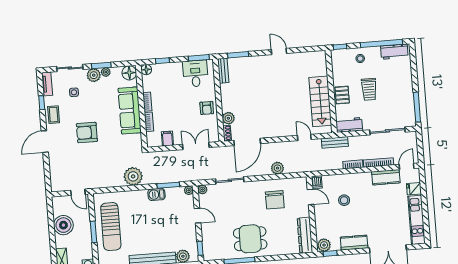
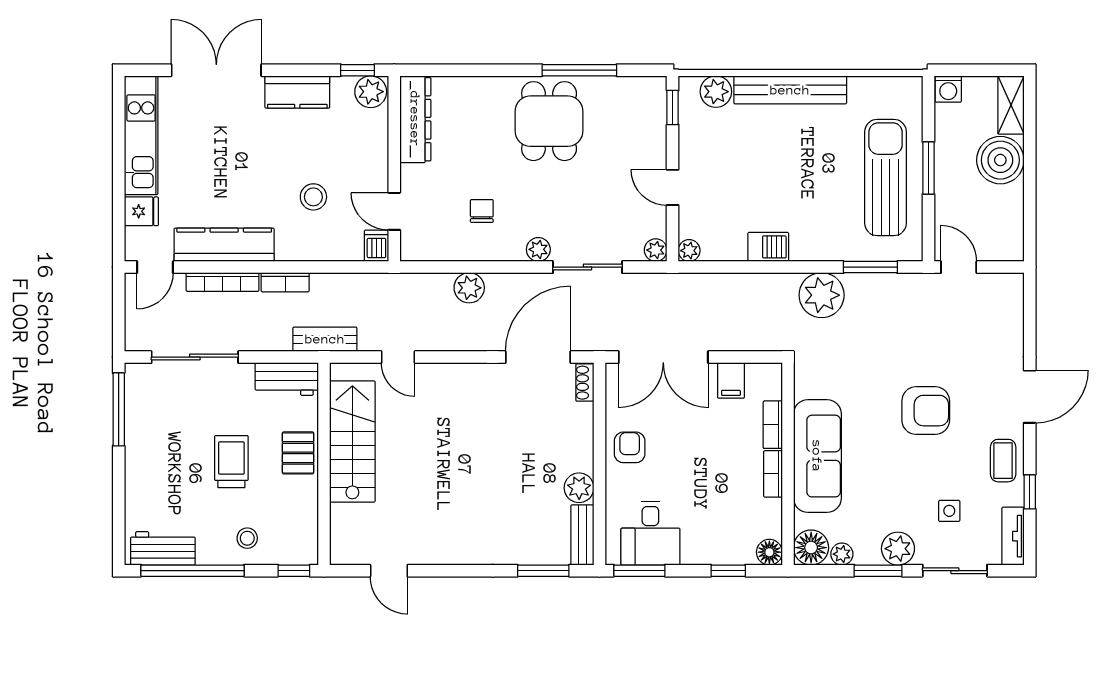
door: (279, 52) -> (389, 571), moved
plant: (106, 72) -> (842, 554), moved
plant: (228, 118) -> (579, 488), moved
double door: (196, 146) -> (663, 357), width x1.37
kitchen counter: (386, 177) -> (224, 245), width x1.50
window: (168, 185) -> (870, 267), moved
plant: (250, 186) -> (538, 249), added
chair: (275, 200) -> (482, 211), width x0.54, depth x0.54
boiler: (63, 225) -> (1000, 160), moved
dining table: (250, 239) -> (549, 121), turned 90

